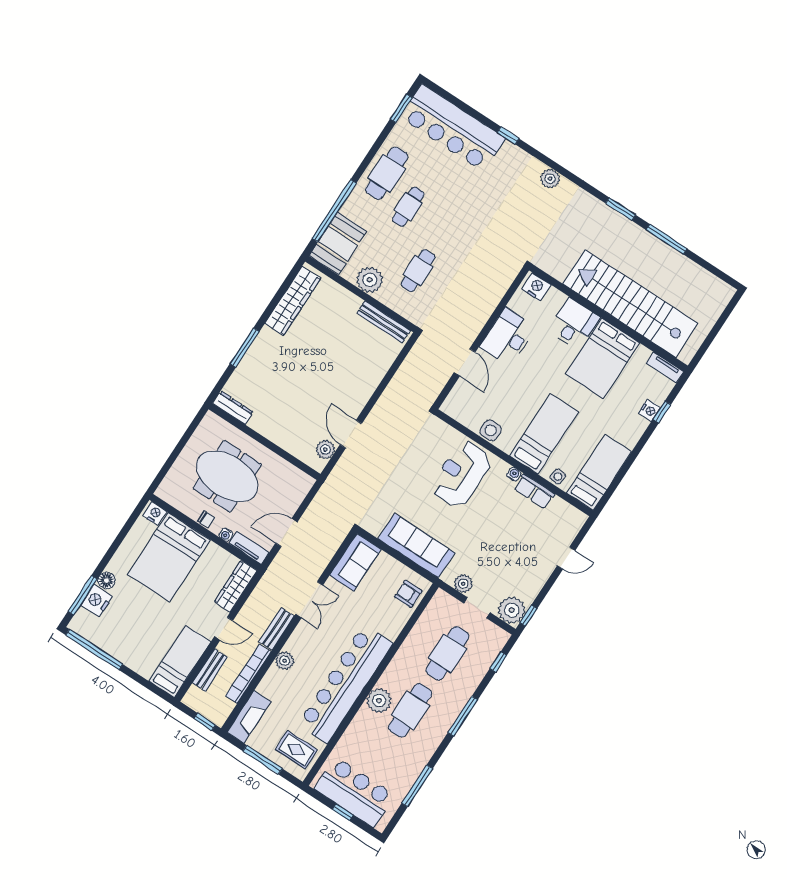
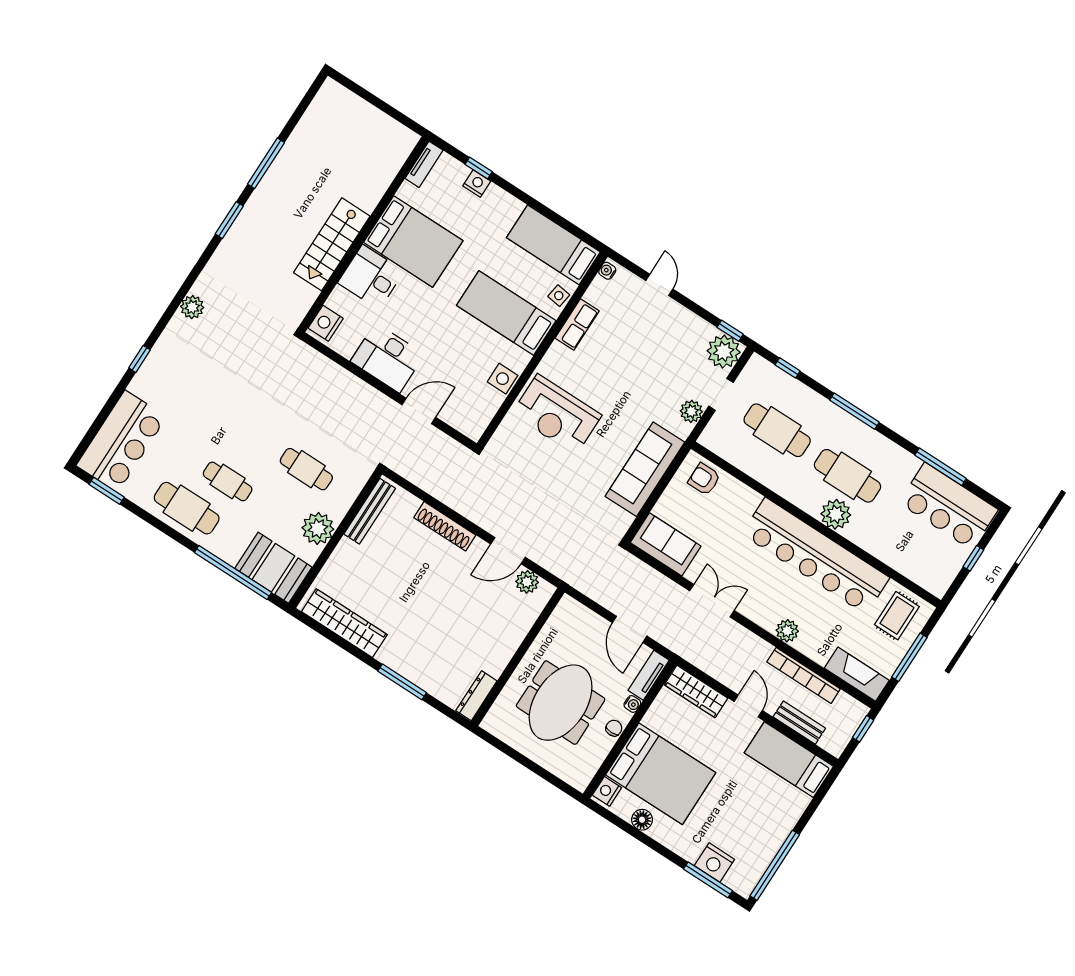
bar counter: (453, 128) -> (121, 441), width x0.73
stairs: (630, 304) -> (332, 244), width x0.54, depth x0.66
shoe rack: (371, 383) -> (445, 526), added
water cooler: (514, 474) -> (607, 271), moved
floor lamp: (106, 580) -> (642, 820), moved
armchair: (408, 594) -> (704, 479), turned 90
bench: (277, 629) -> (748, 641), removed
bar counter: (355, 792) -> (948, 506), moved, turned -90

